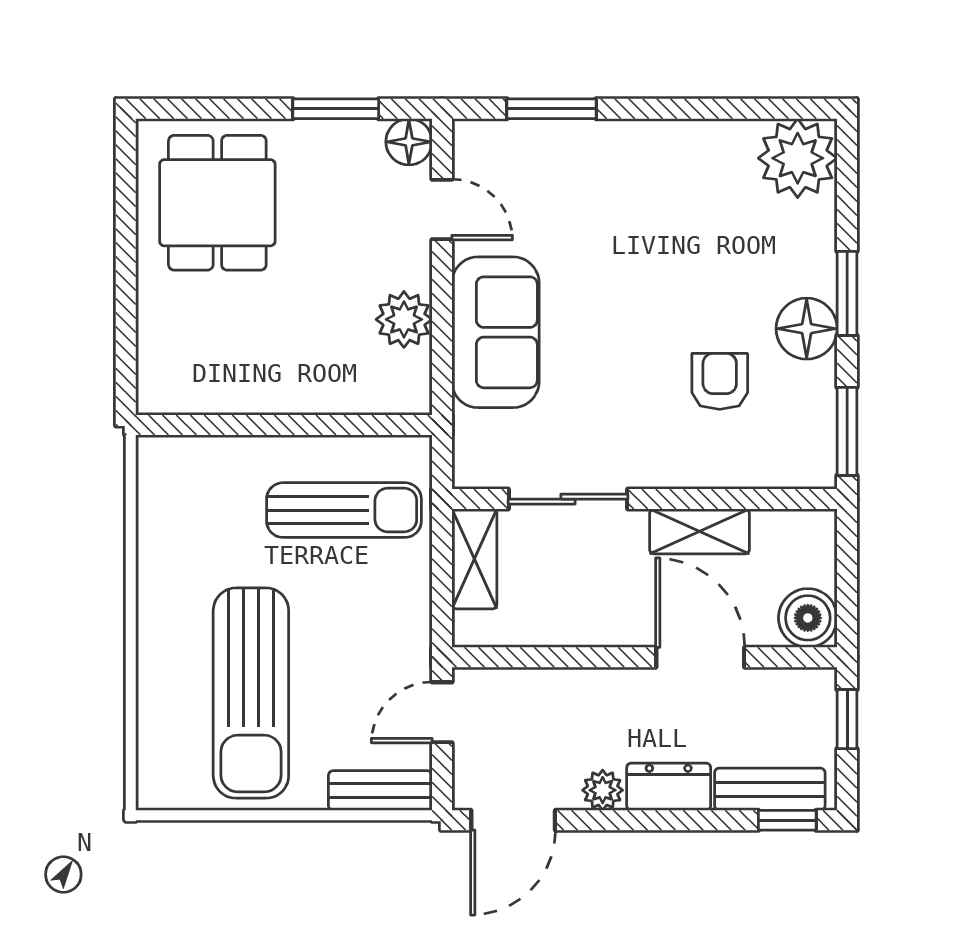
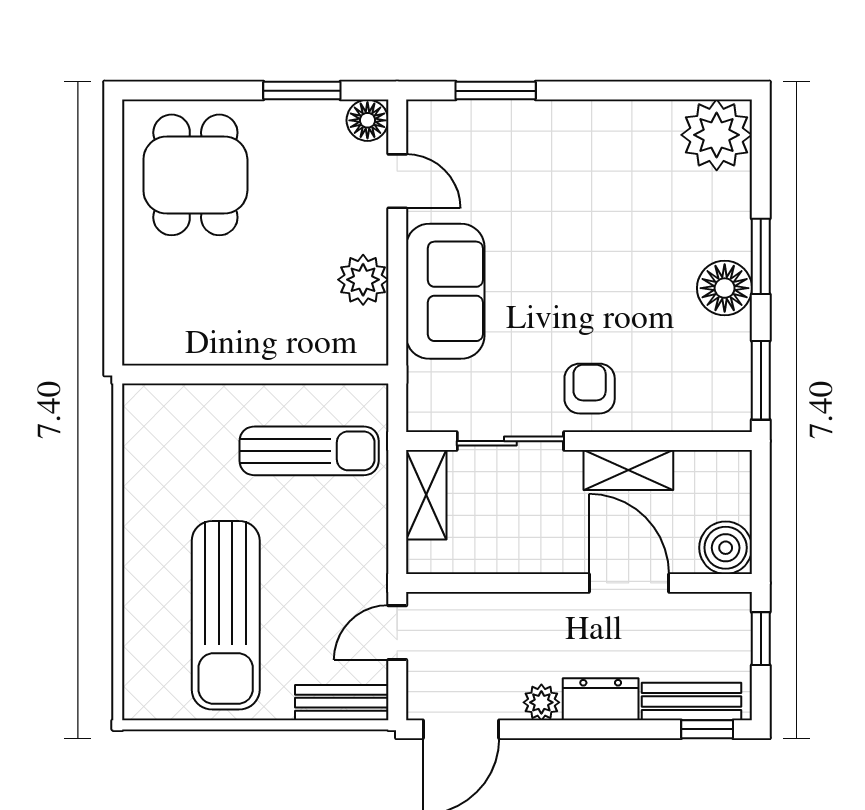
armchair: (720, 381) -> (590, 389), moved

